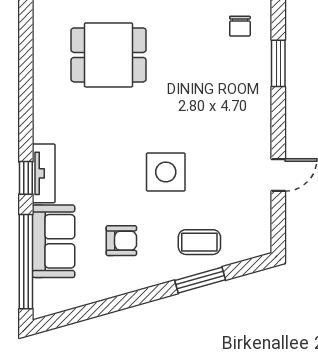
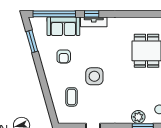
plant: (257, 74) -> (138, 117), added
coffee table: (199, 242) -> (72, 97), moved
window: (200, 280) -> (32, 41), moved

